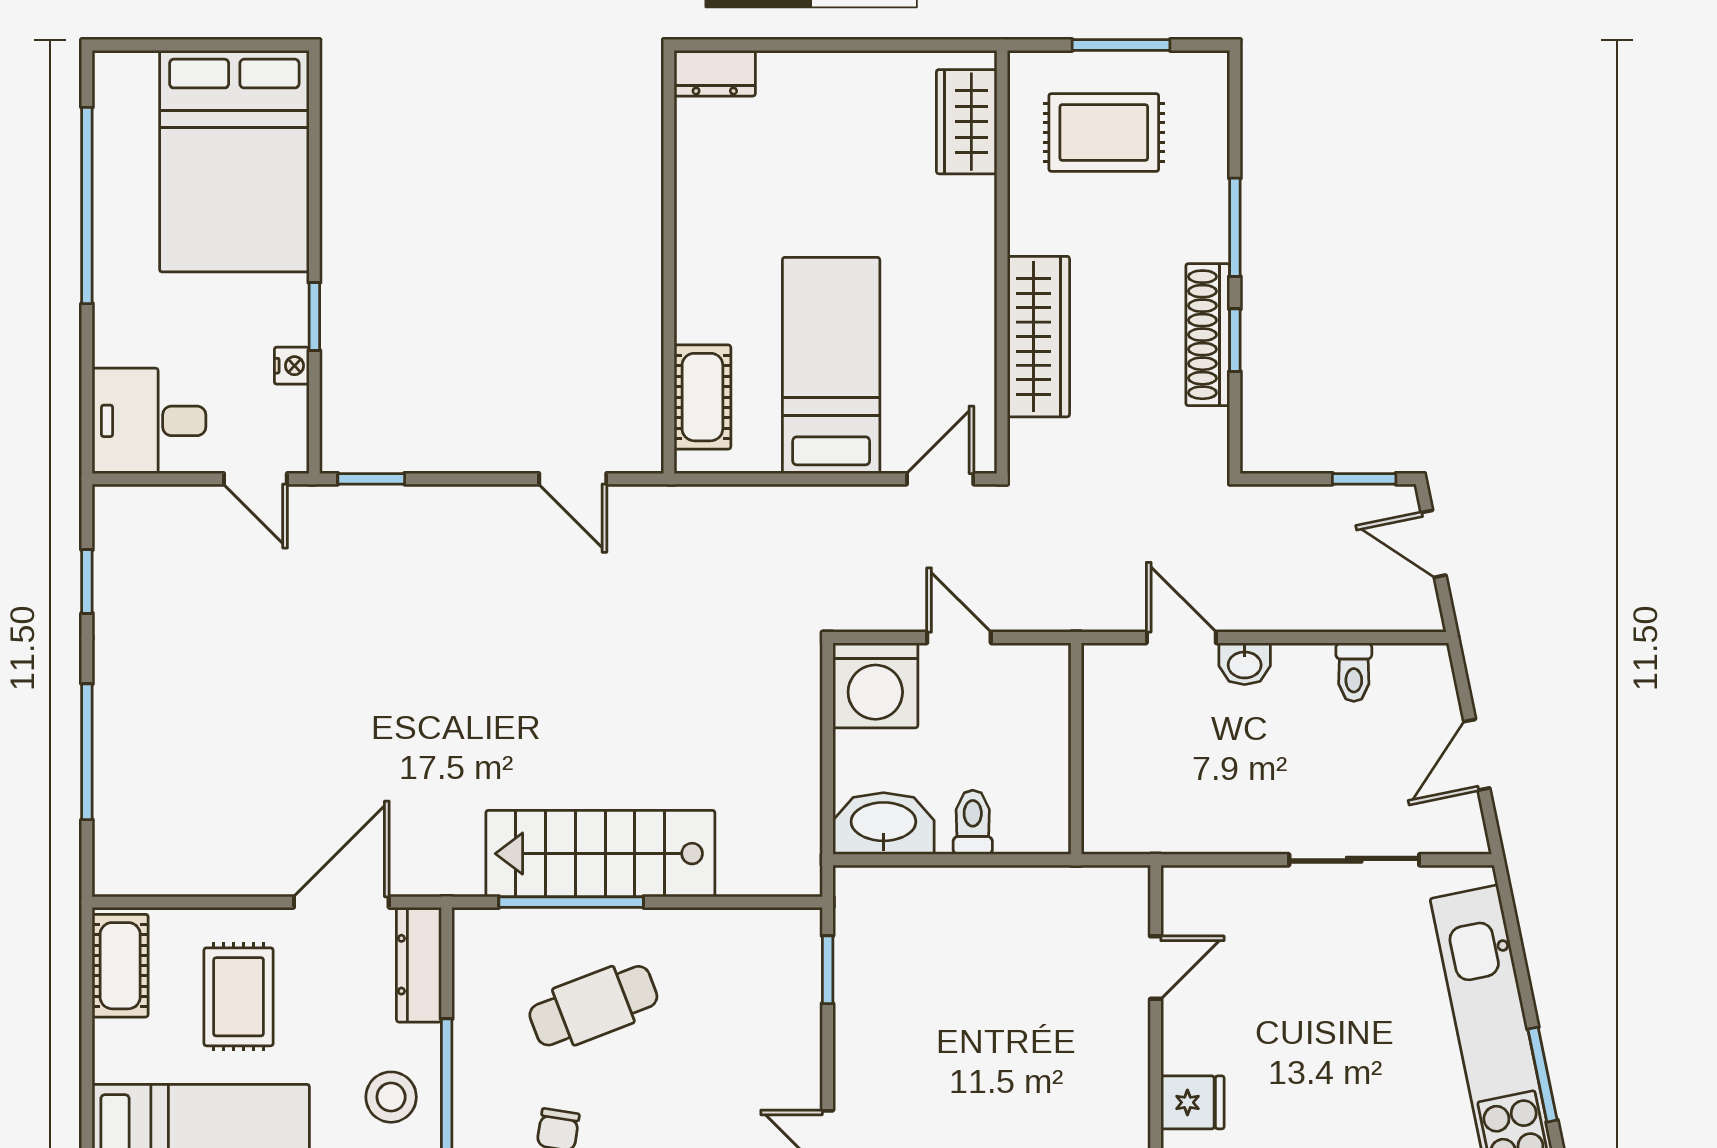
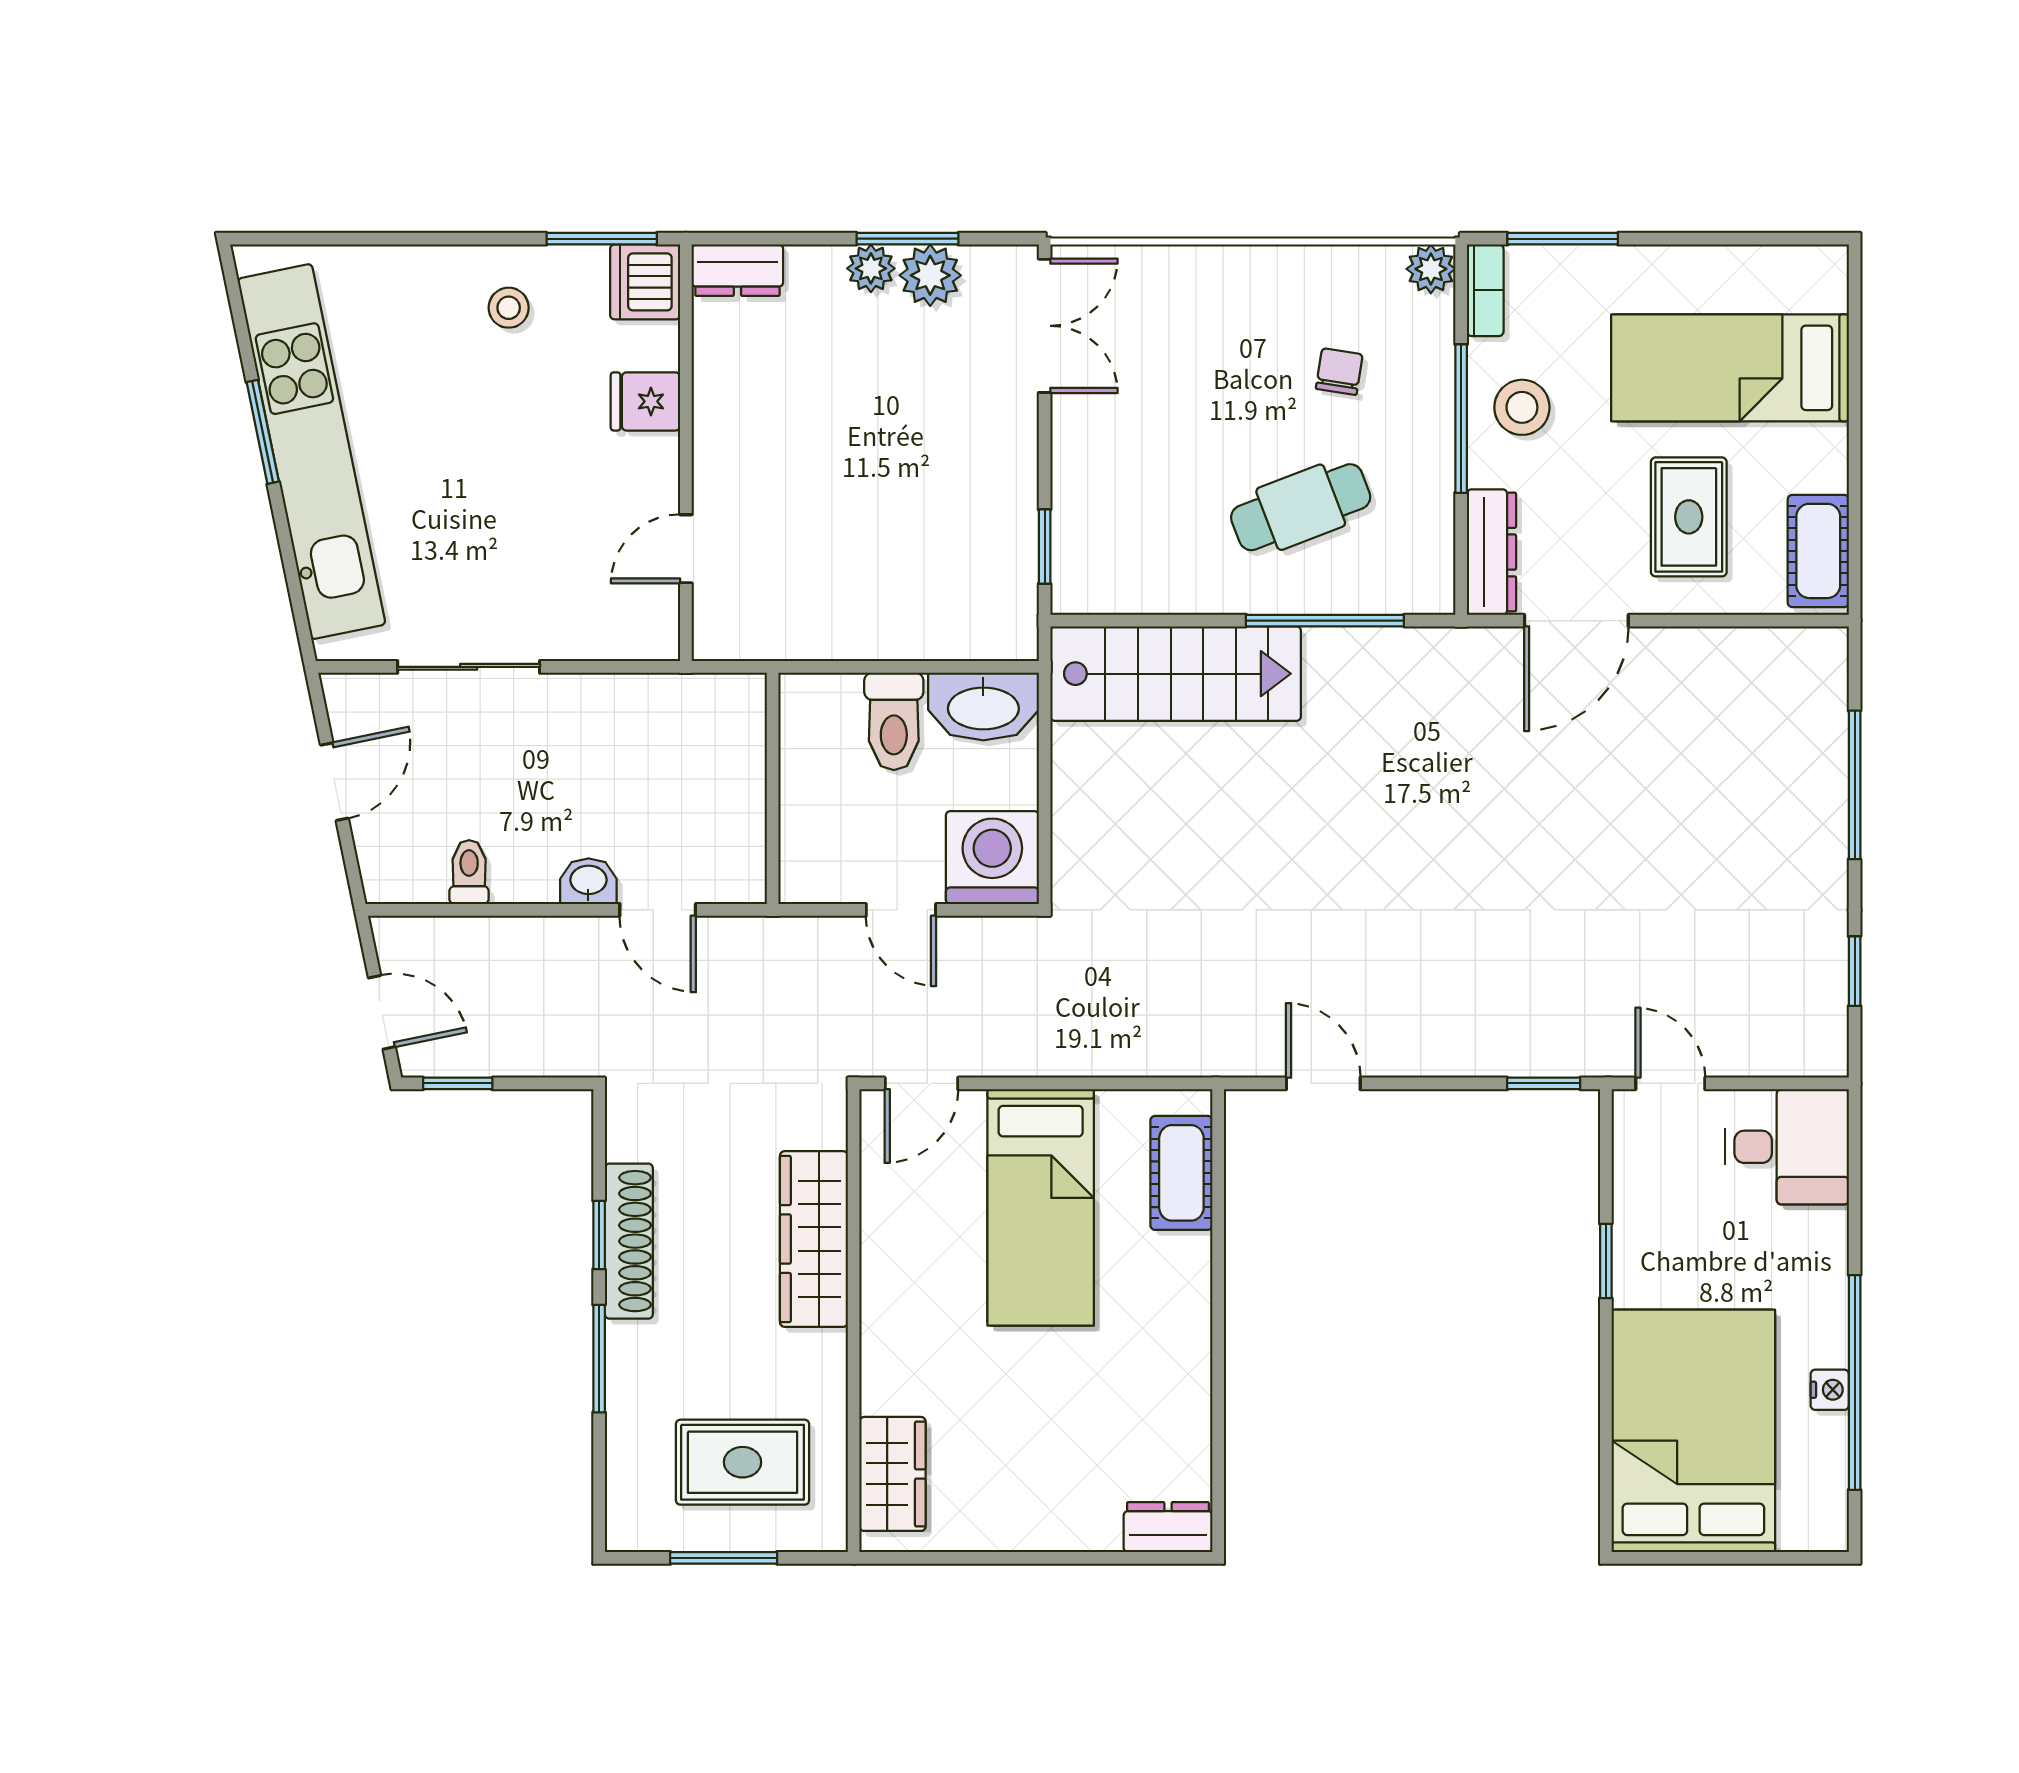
nightstand: (292, 366) -> (1830, 1390), moved, turned 180
toilet: (973, 822) -> (894, 721), width x1.37, depth x1.39
stairs: (600, 854) -> (1176, 674), moved

